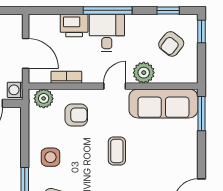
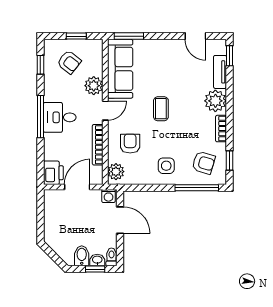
printer: (74, 26) -> (53, 173), moved
window: (201, 31) -> (76, 36), moved
bookcase: (66, 77) -> (98, 145), width x1.56
door: (115, 86) -> (105, 111), swing flipped
coffee table: (117, 151) -> (161, 109), turned 90

